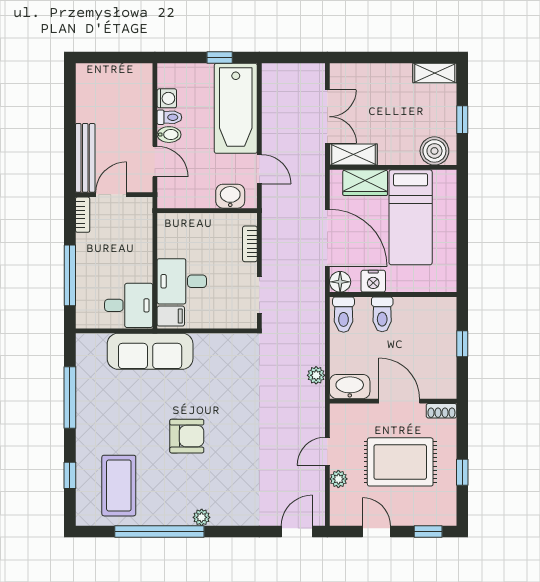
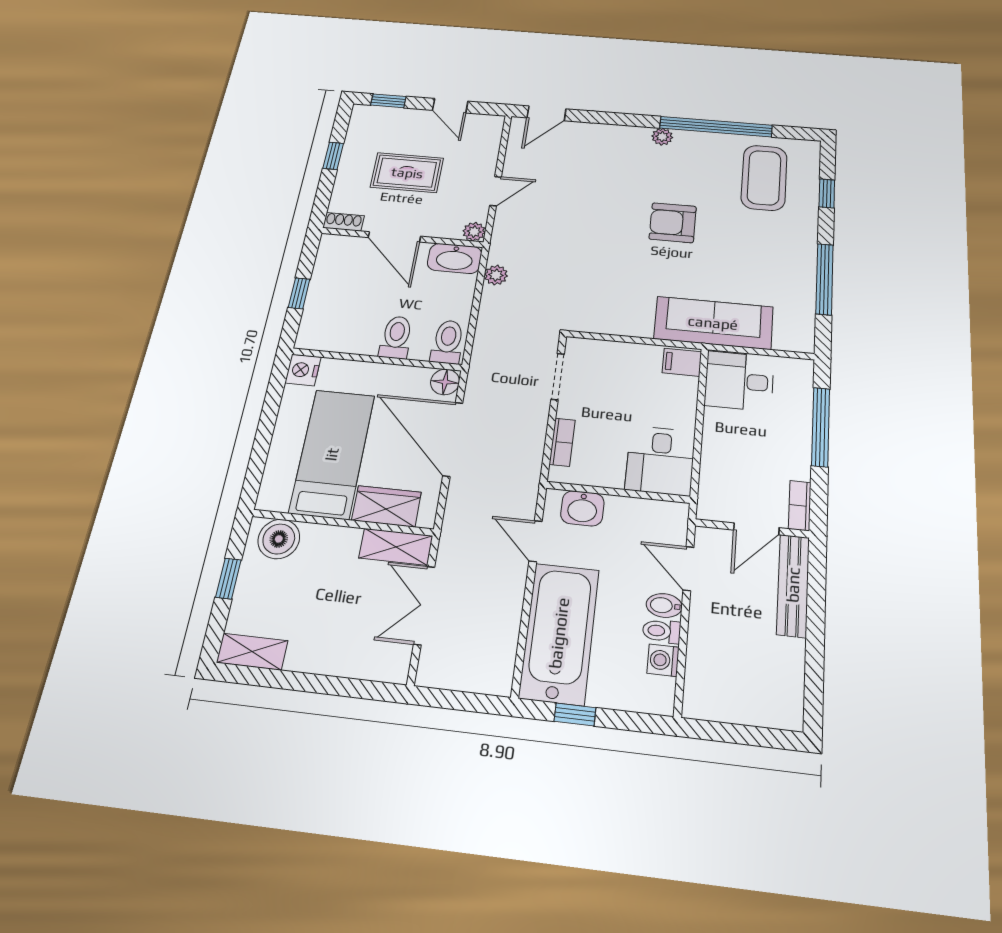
desk: (182, 281) -> (660, 461), moved, turned 90
nightstand: (373, 281) -> (303, 370), moved, turned -90
rug: (400, 462) -> (407, 173), width x0.73, depth x0.70
plant: (338, 479) -> (474, 232), moved

